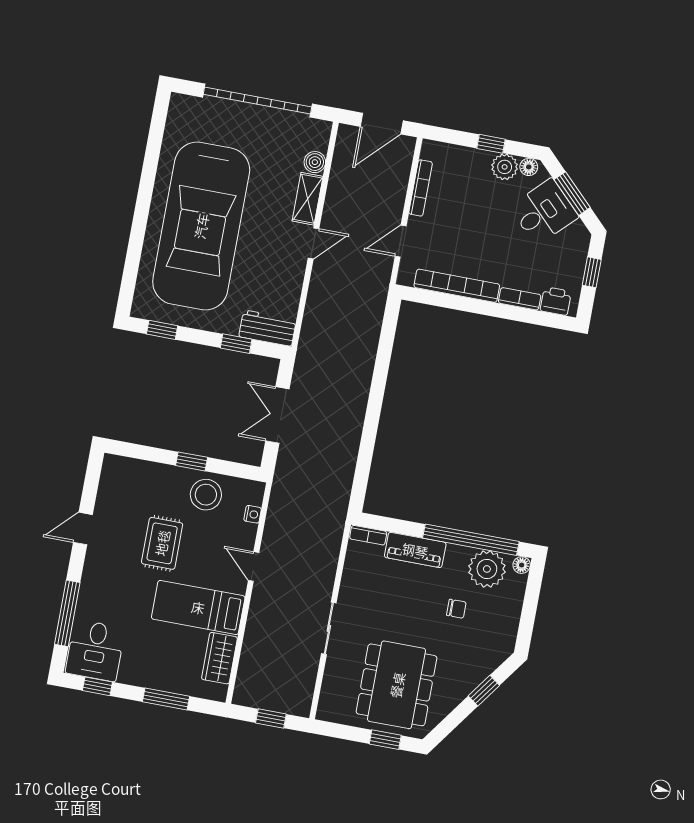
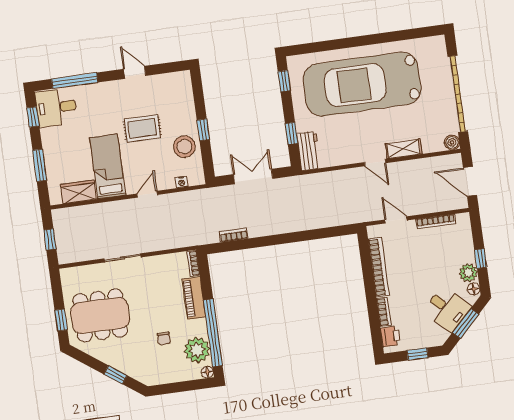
boiler: (315, 162) -> (452, 142), moved
bookcase: (348, 468) -> (234, 235), added

